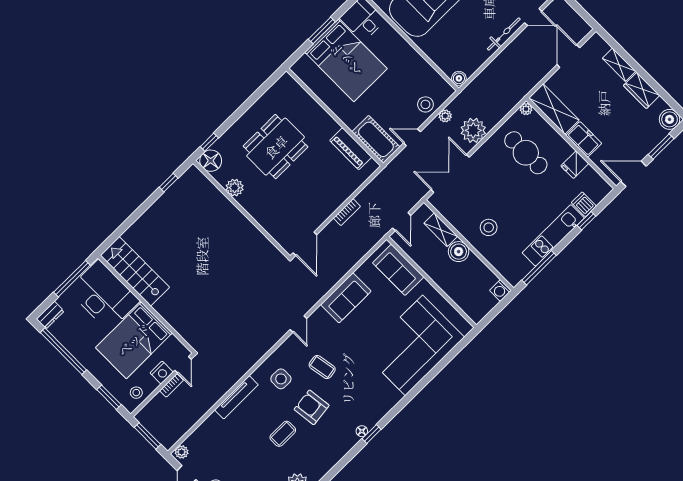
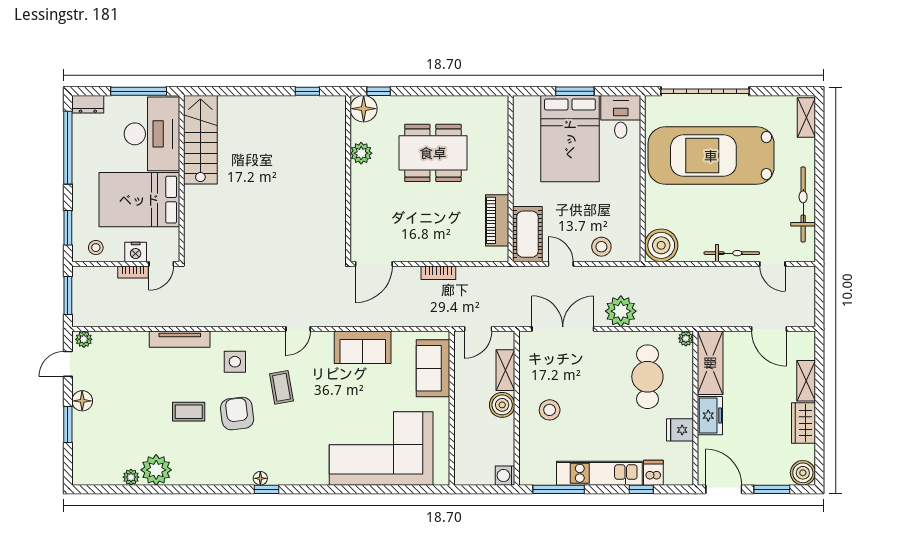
door: (568, 56) -> (769, 329), swing flipped
boiler: (459, 78) -> (661, 245), width x1.86, depth x1.86
plant: (445, 116) -> (609, 274), removed

